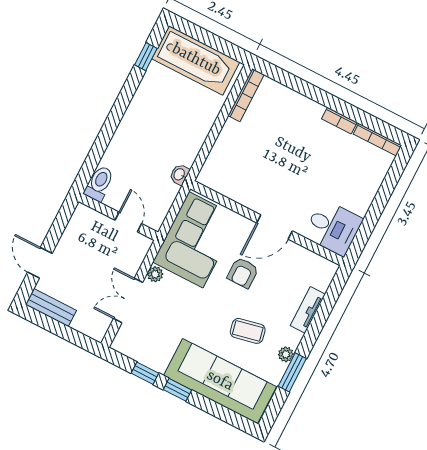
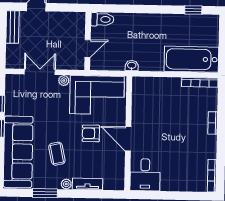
bathtub: (196, 60) -> (191, 59), moved, turned 90
bookcase: (339, 121) -> (213, 123), moved
plant: (286, 354) -> (66, 184), moved

